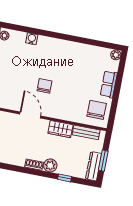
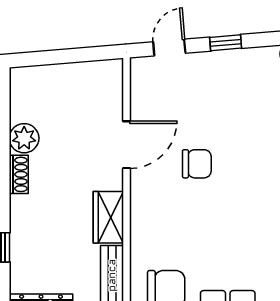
plant: (50, 165) -> (24, 138), moved

